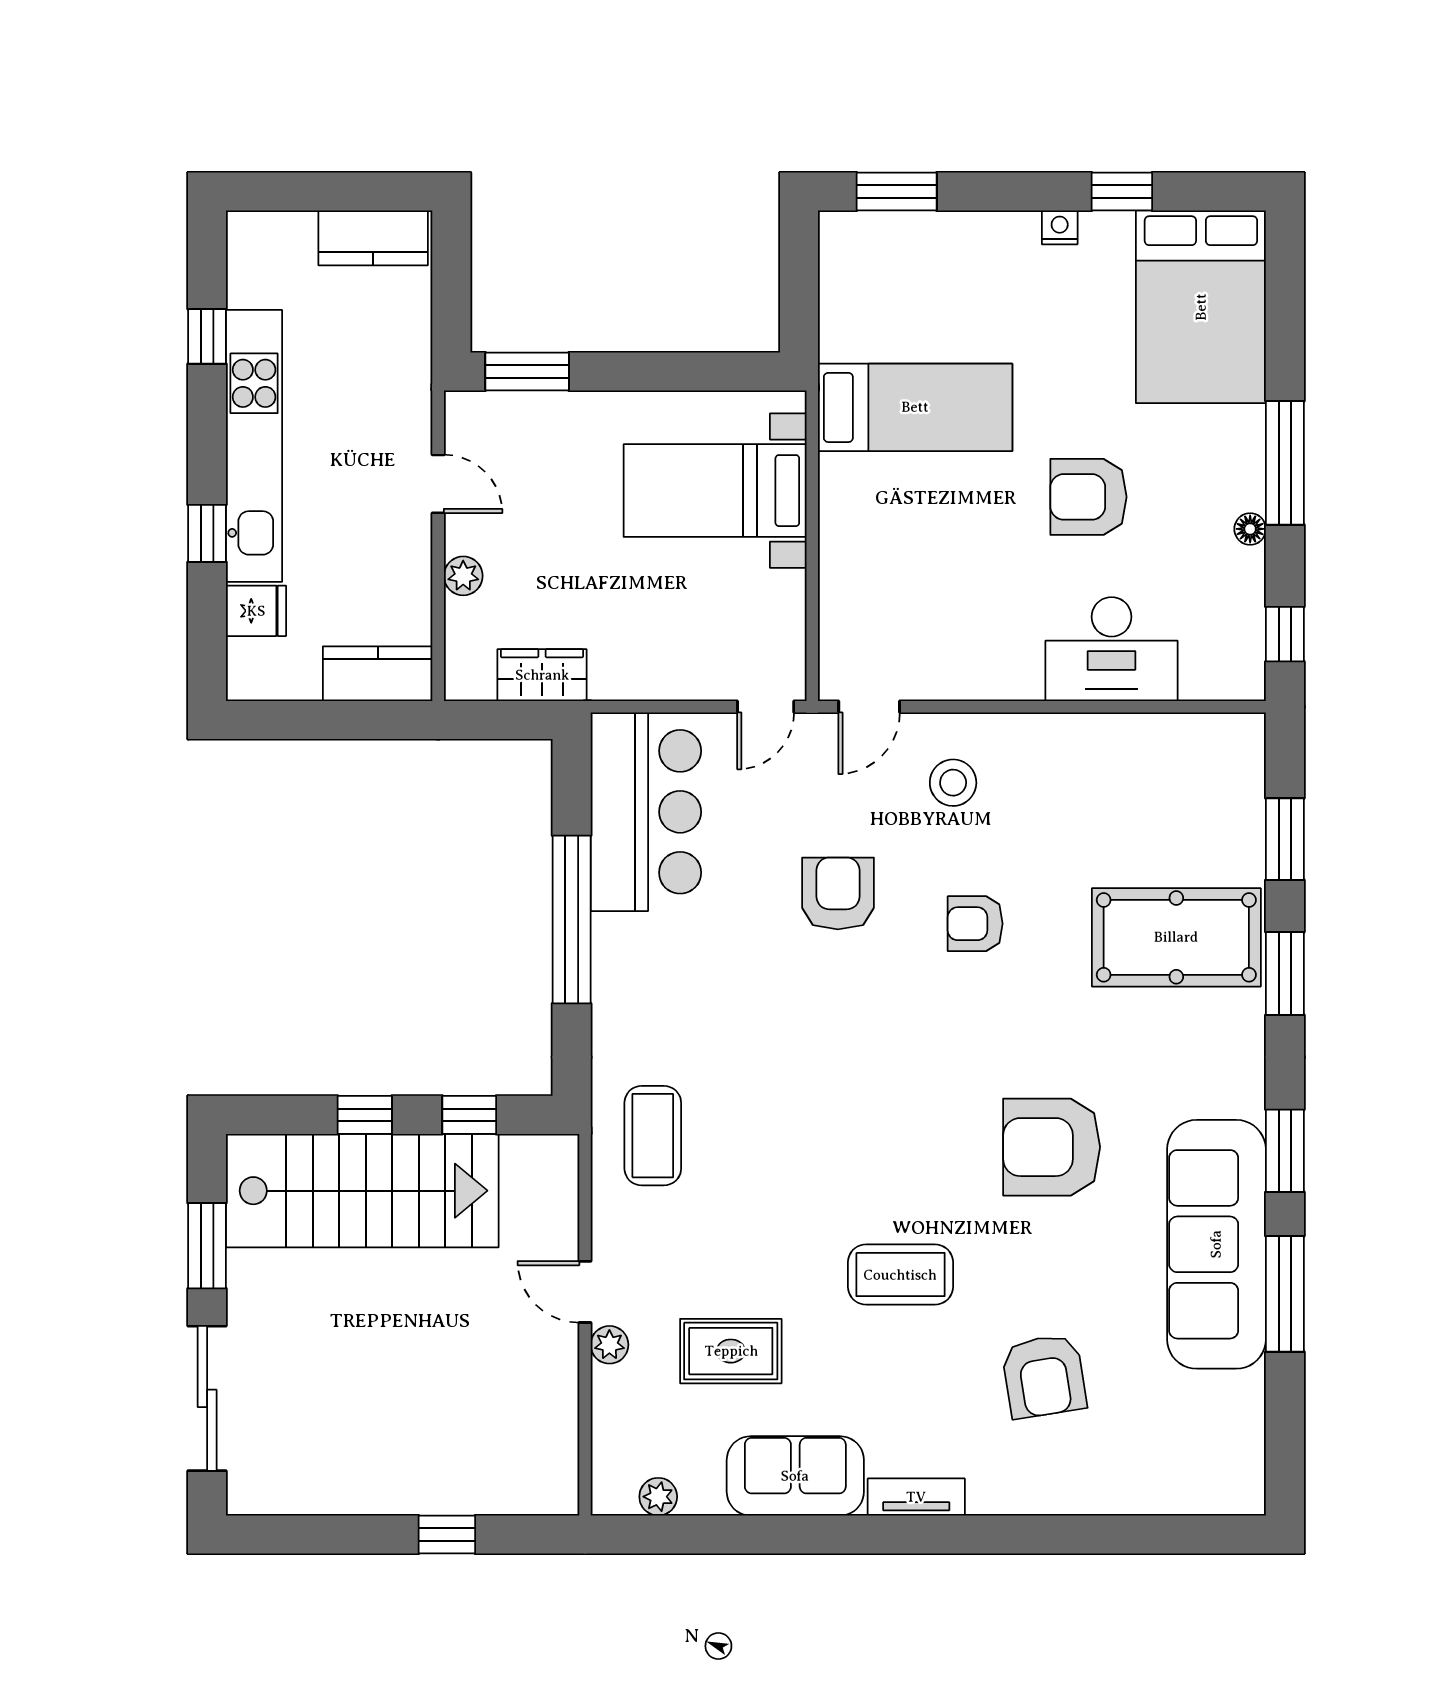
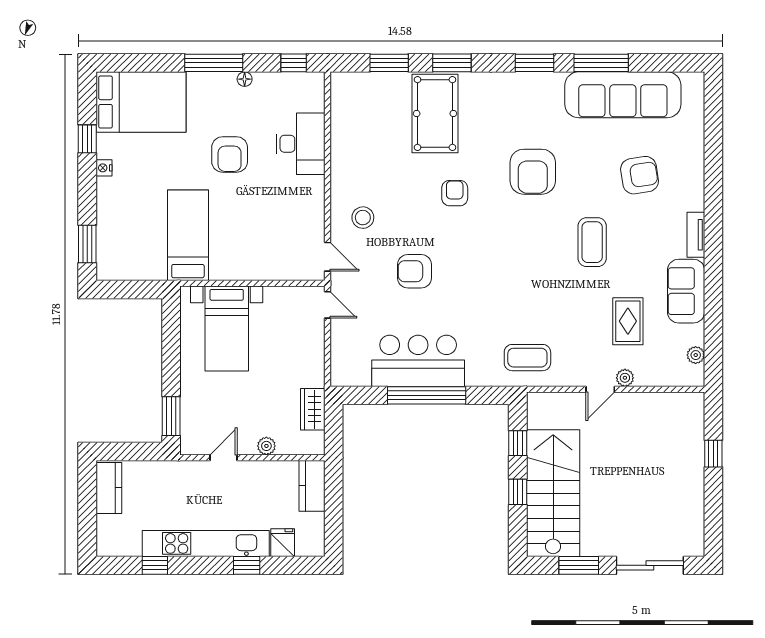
bar counter: (646, 812) -> (418, 361), moved
armchair: (975, 924) -> (455, 193), moved, turned 180
sofa: (1216, 1244) -> (623, 95), moved

